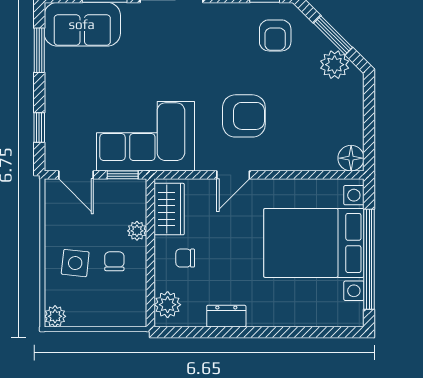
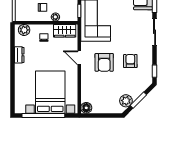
armchair: (275, 35) -> (130, 61), moved, turned 90

